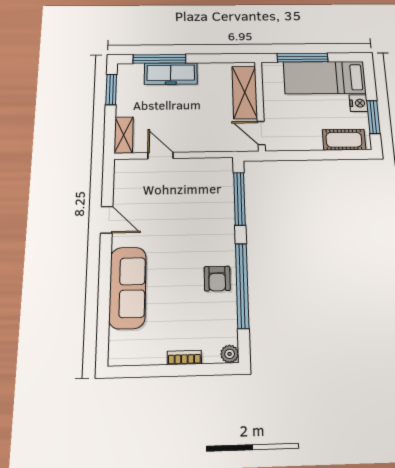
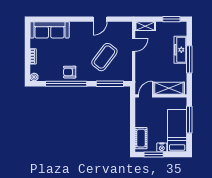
window: (159, 59) -> (189, 59), moved
coffee table: (185, 210) -> (104, 57), added
sofa: (128, 288) -> (50, 30), moved

